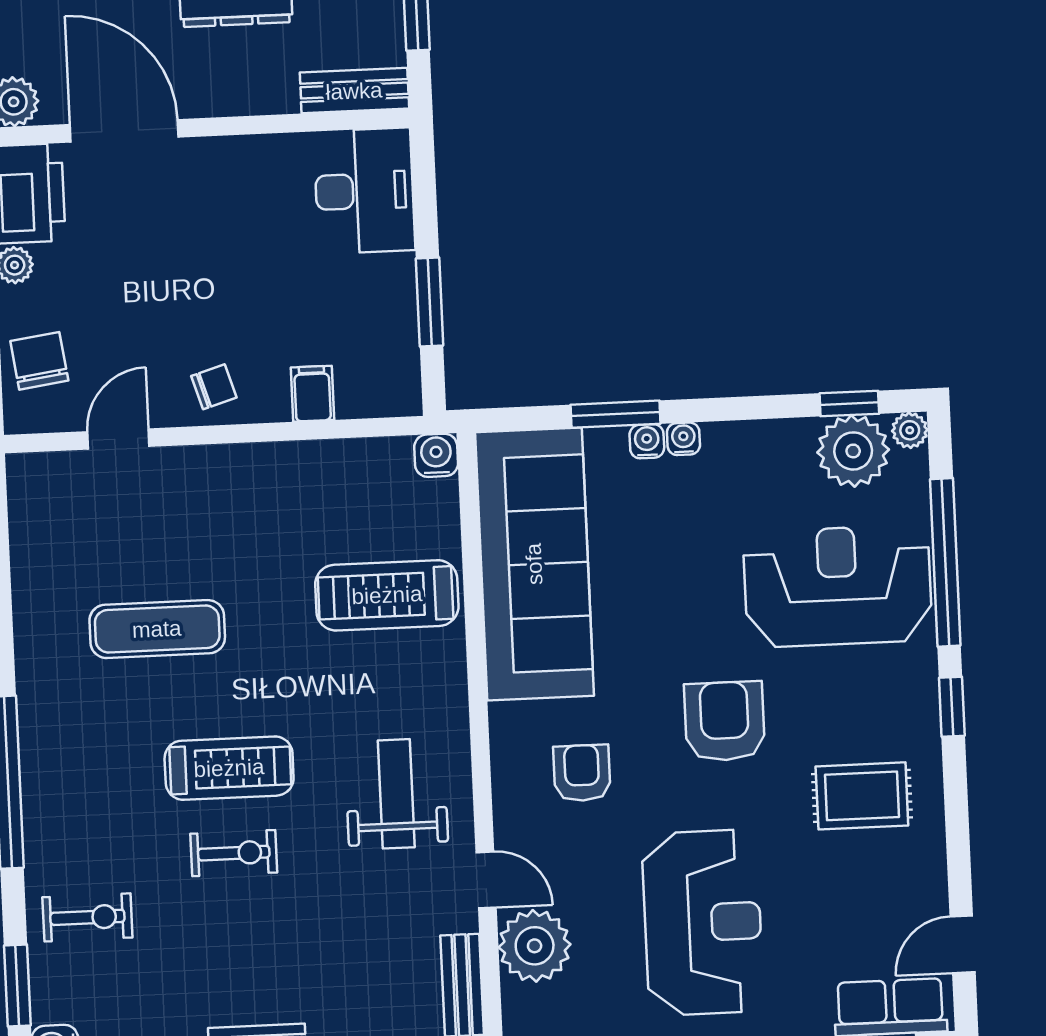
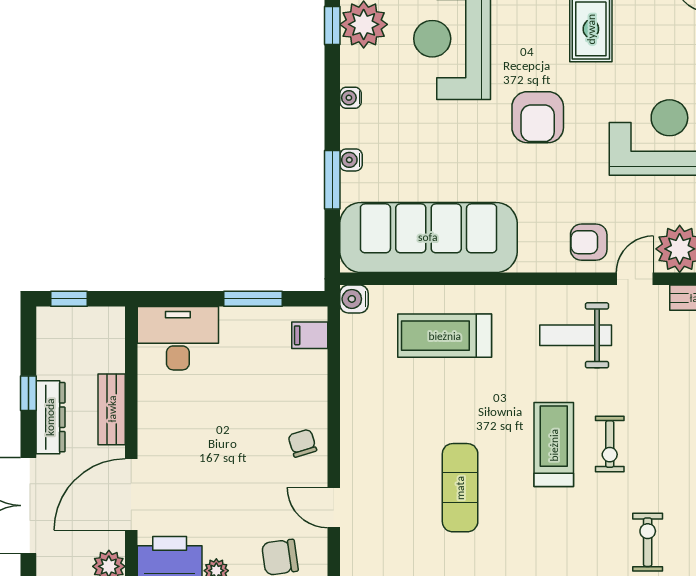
bench: (354, 91) -> (112, 409), moved
filing cabinet: (312, 394) -> (310, 335), moved
water cooler: (683, 439) -> (351, 98), moved
treadmill: (387, 595) -> (445, 336), turned 90
armchair: (725, 721) -> (538, 117), turned -90
armchair: (582, 773) -> (589, 242), moved
exercise bike: (234, 853) -> (610, 444), turned 180

